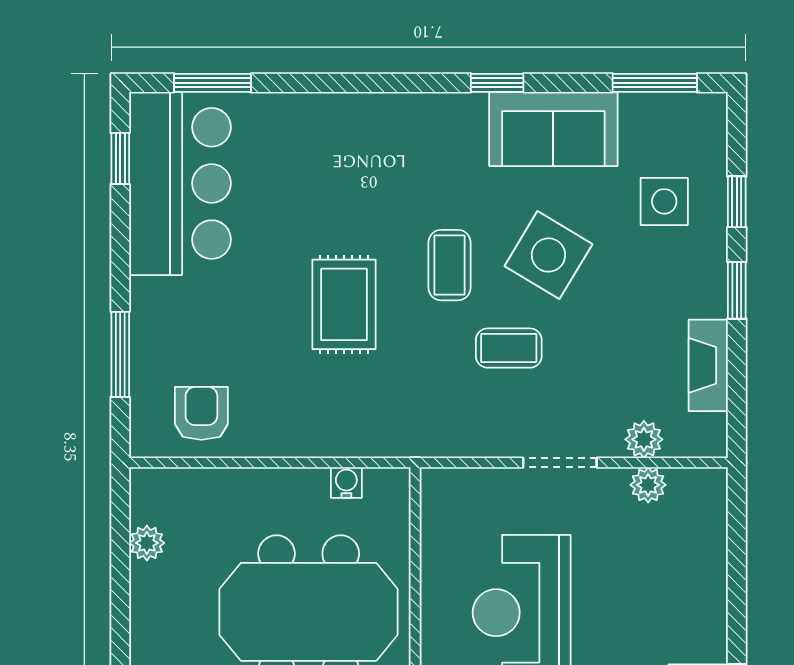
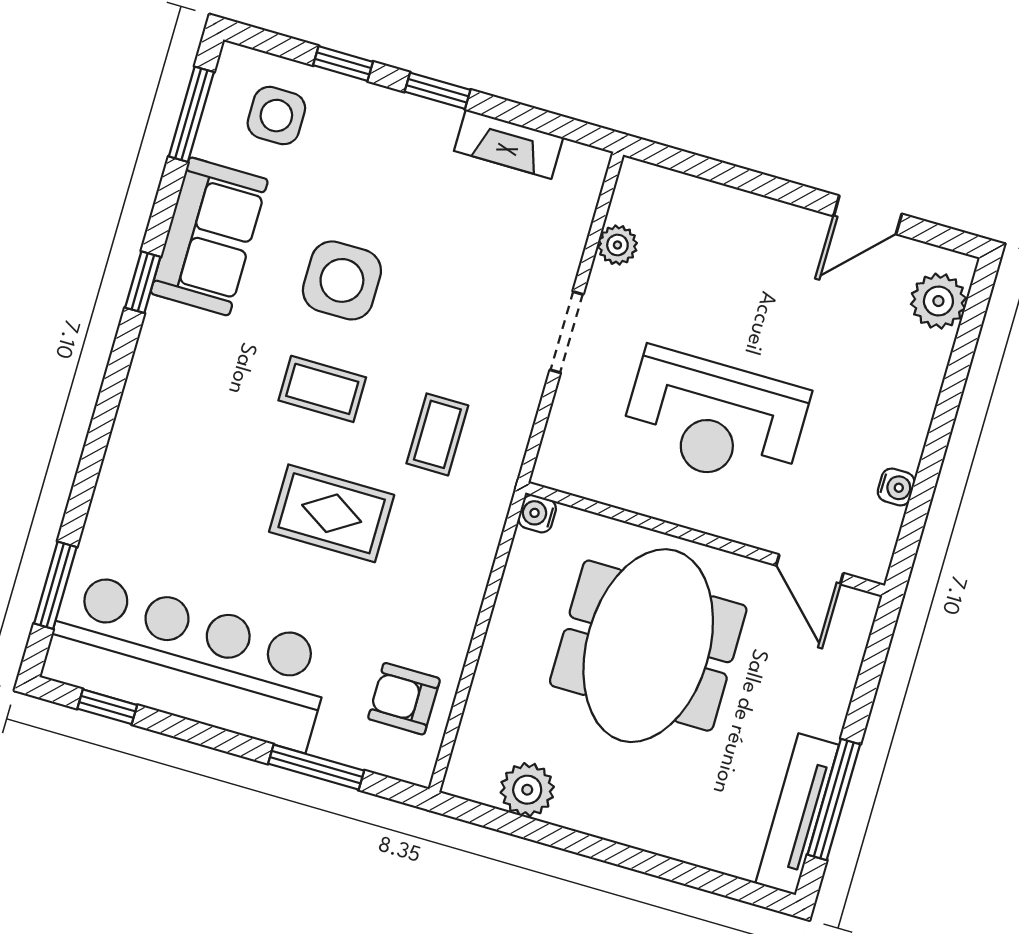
bar counter: (180, 183) -> (188, 661), width x1.36
side table: (664, 201) -> (276, 116), moved
side table: (548, 255) -> (342, 280), turned -31
coffee table: (509, 348) -> (437, 434), moved
plant: (644, 439) -> (568, 235), removed
water cooler: (346, 483) -> (537, 514), moved
plant: (147, 543) -> (527, 790), width x1.38, depth x1.38

